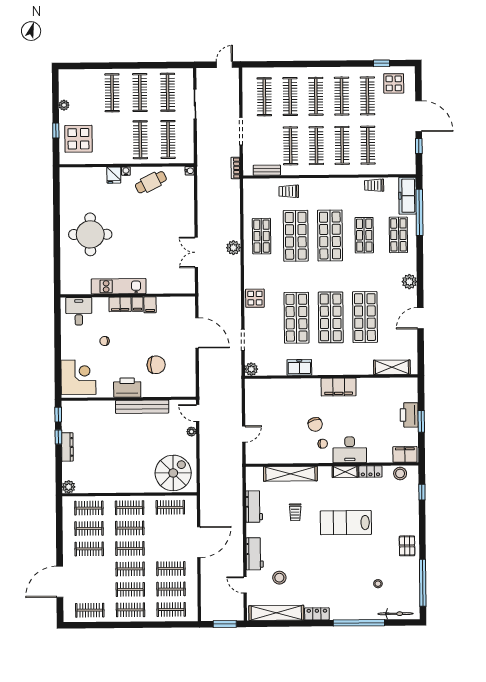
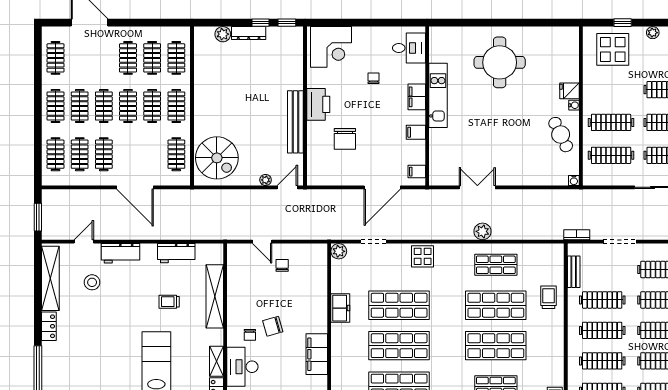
filing cabinet: (137, 304) -> (417, 172), moved
chair: (264, 417) -> (282, 265), added
plant: (69, 487) -> (223, 34), moved

